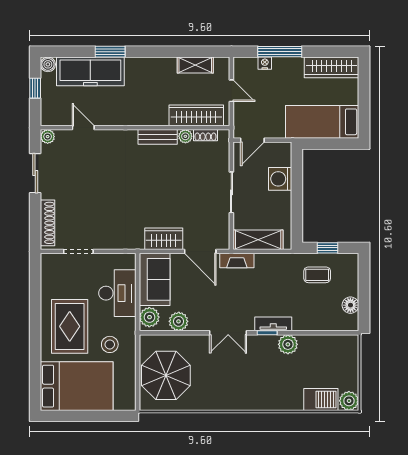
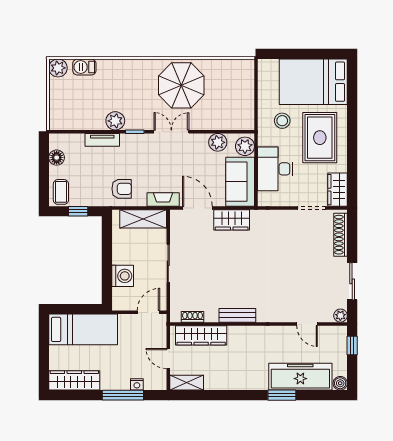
shelving: (195, 65) -> (187, 383), moved
window: (35, 88) -> (352, 346), moved
plant: (185, 136) -> (211, 316), removed
wardrobe: (51, 271) -> (337, 190), added
armchair: (281, 272) -> (122, 189), added
coffee table: (317, 275) -> (61, 192), moved, turned 90
tv unit: (273, 324) -> (102, 140), moved
parasol: (166, 375) -> (181, 85), moved
barbecue: (321, 399) -> (84, 67), width x0.73, depth x0.79

